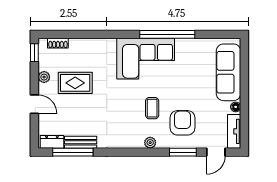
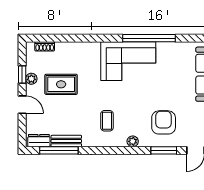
window: (34, 53) -> (22, 75), moved
coffee table: (152, 108) -> (107, 121), moved

